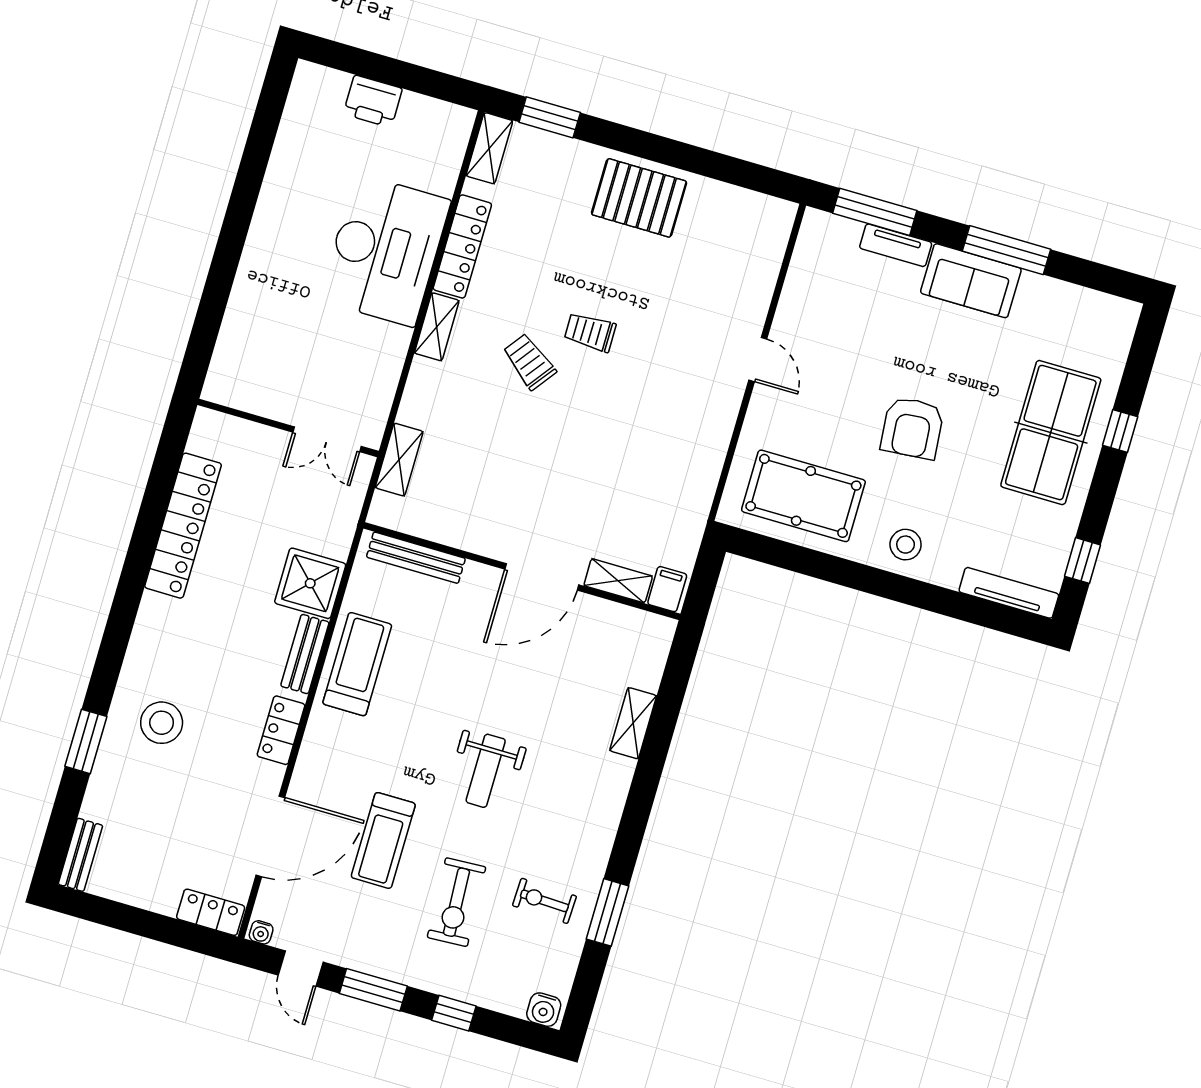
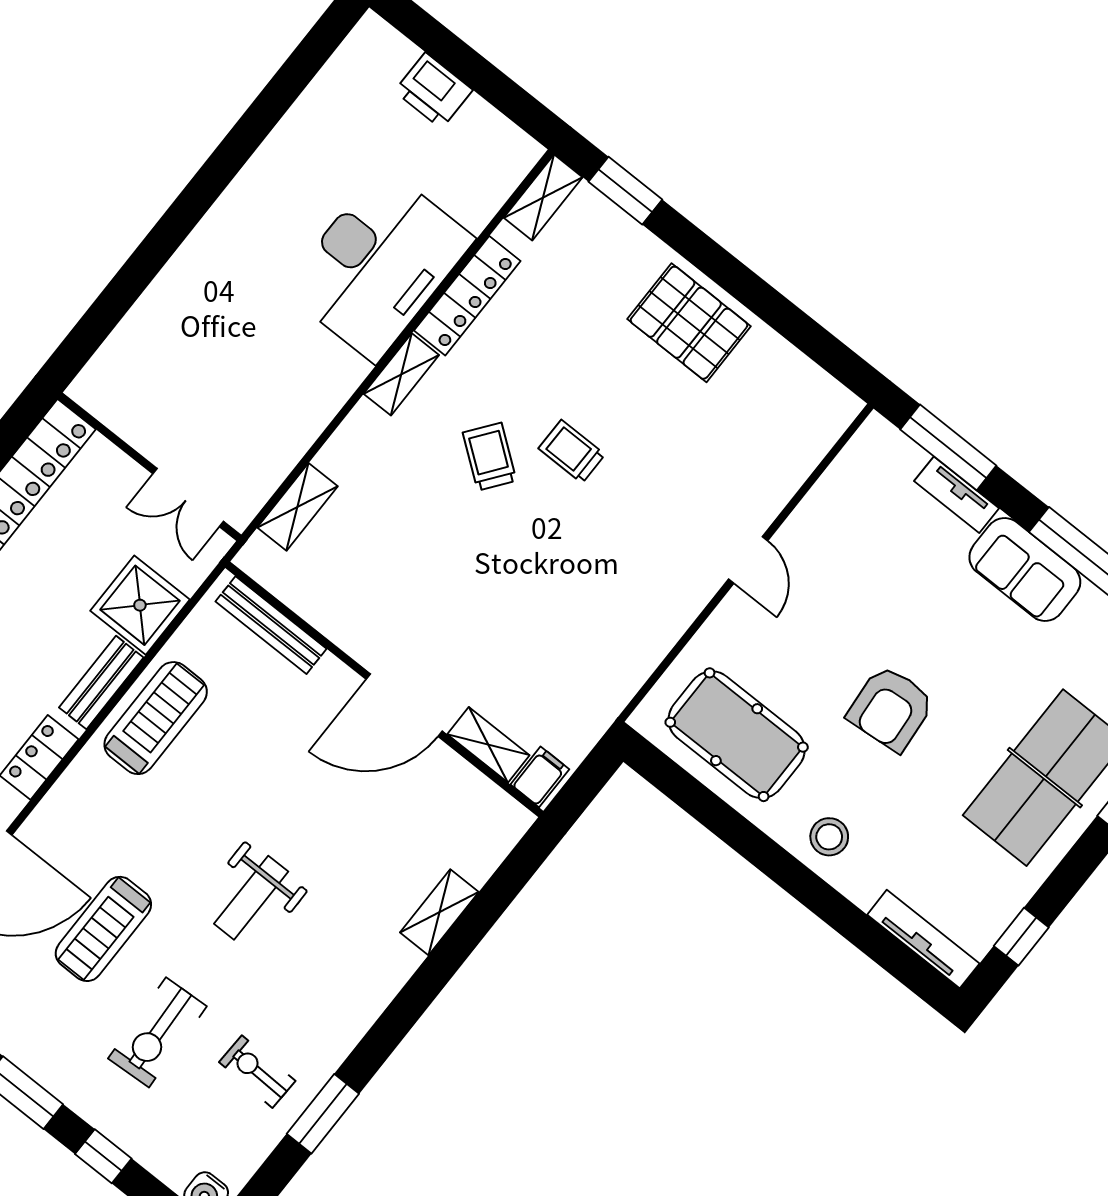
wall: (288, 428) -> (150, 467), moved
double door: (327, 439) -> (188, 498), moved

